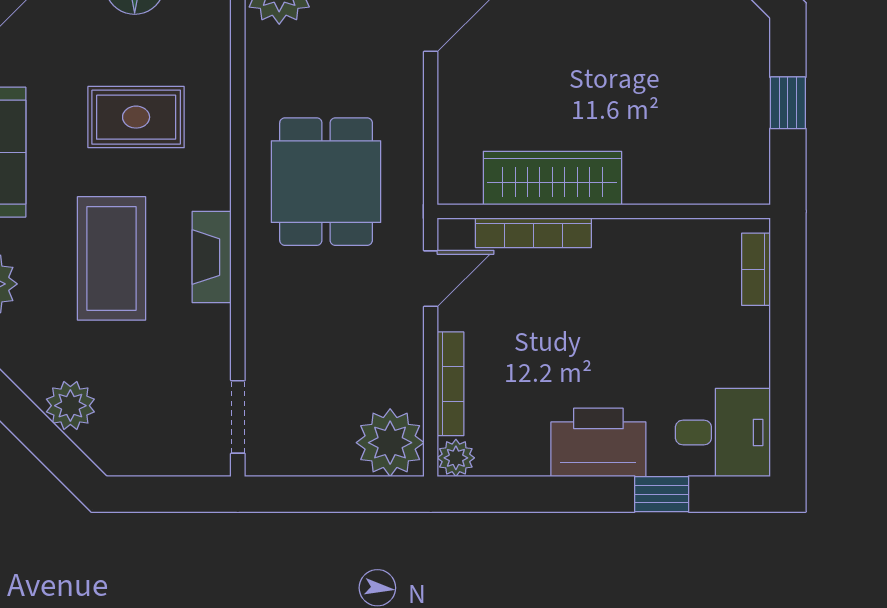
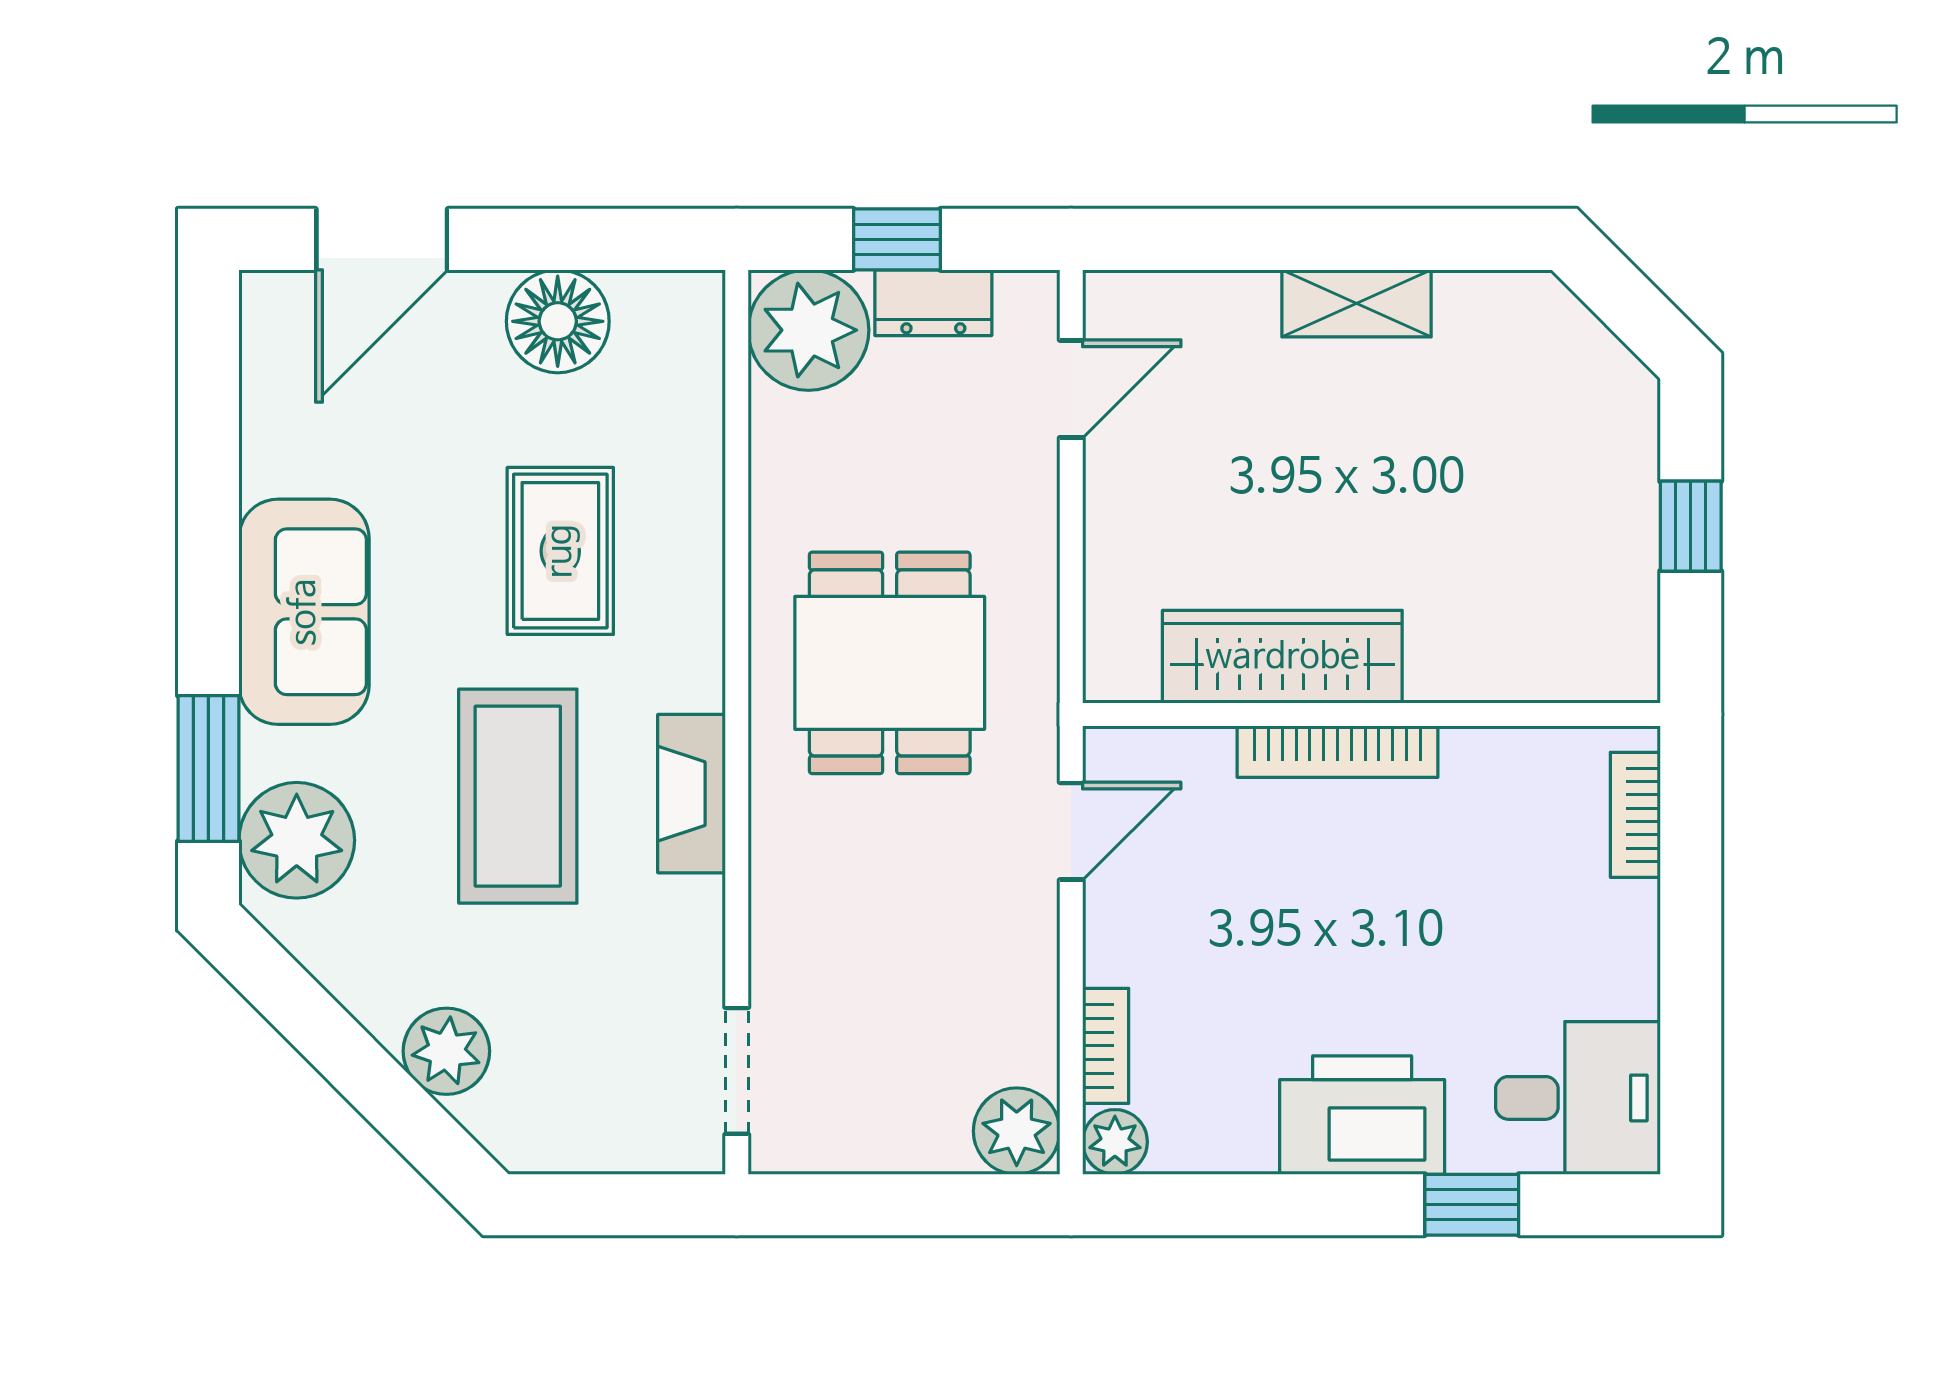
rug: (136, 117) -> (560, 551), turned 90
bookcase: (533, 233) -> (1338, 752), moved
bookcase: (451, 384) -> (1106, 1046), width x0.64
plant: (390, 443) -> (1017, 1131), width x0.73, depth x0.73

